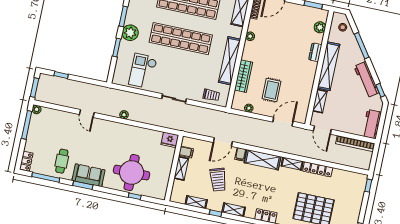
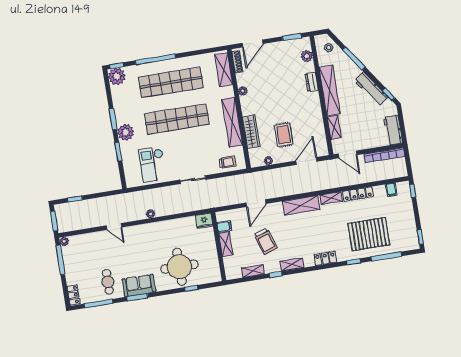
filing cabinet: (240, 154) -> (391, 190), moved

